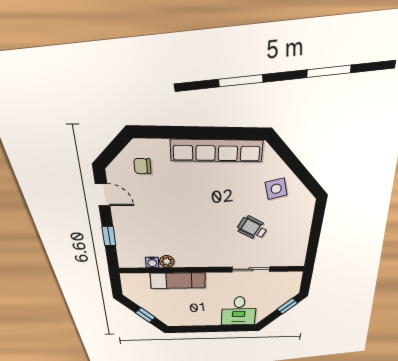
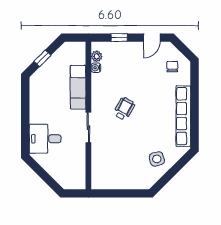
wheelchair: (252, 228) -> (124, 109), moved
plant: (167, 261) -> (97, 56), moved
sliding door: (251, 269) -> (88, 128), moved
window: (287, 306) -> (50, 181), removed

